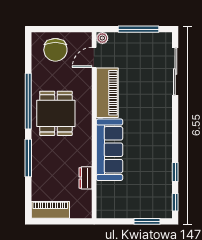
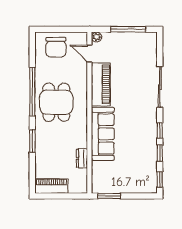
door: (94, 57) -> (89, 54), hinge flipped
sliding door: (175, 71) -> (160, 87), moved
window: (175, 146) -> (160, 130), added
window: (28, 158) -> (32, 141), width x0.69
window: (147, 221) -> (109, 196), moved

